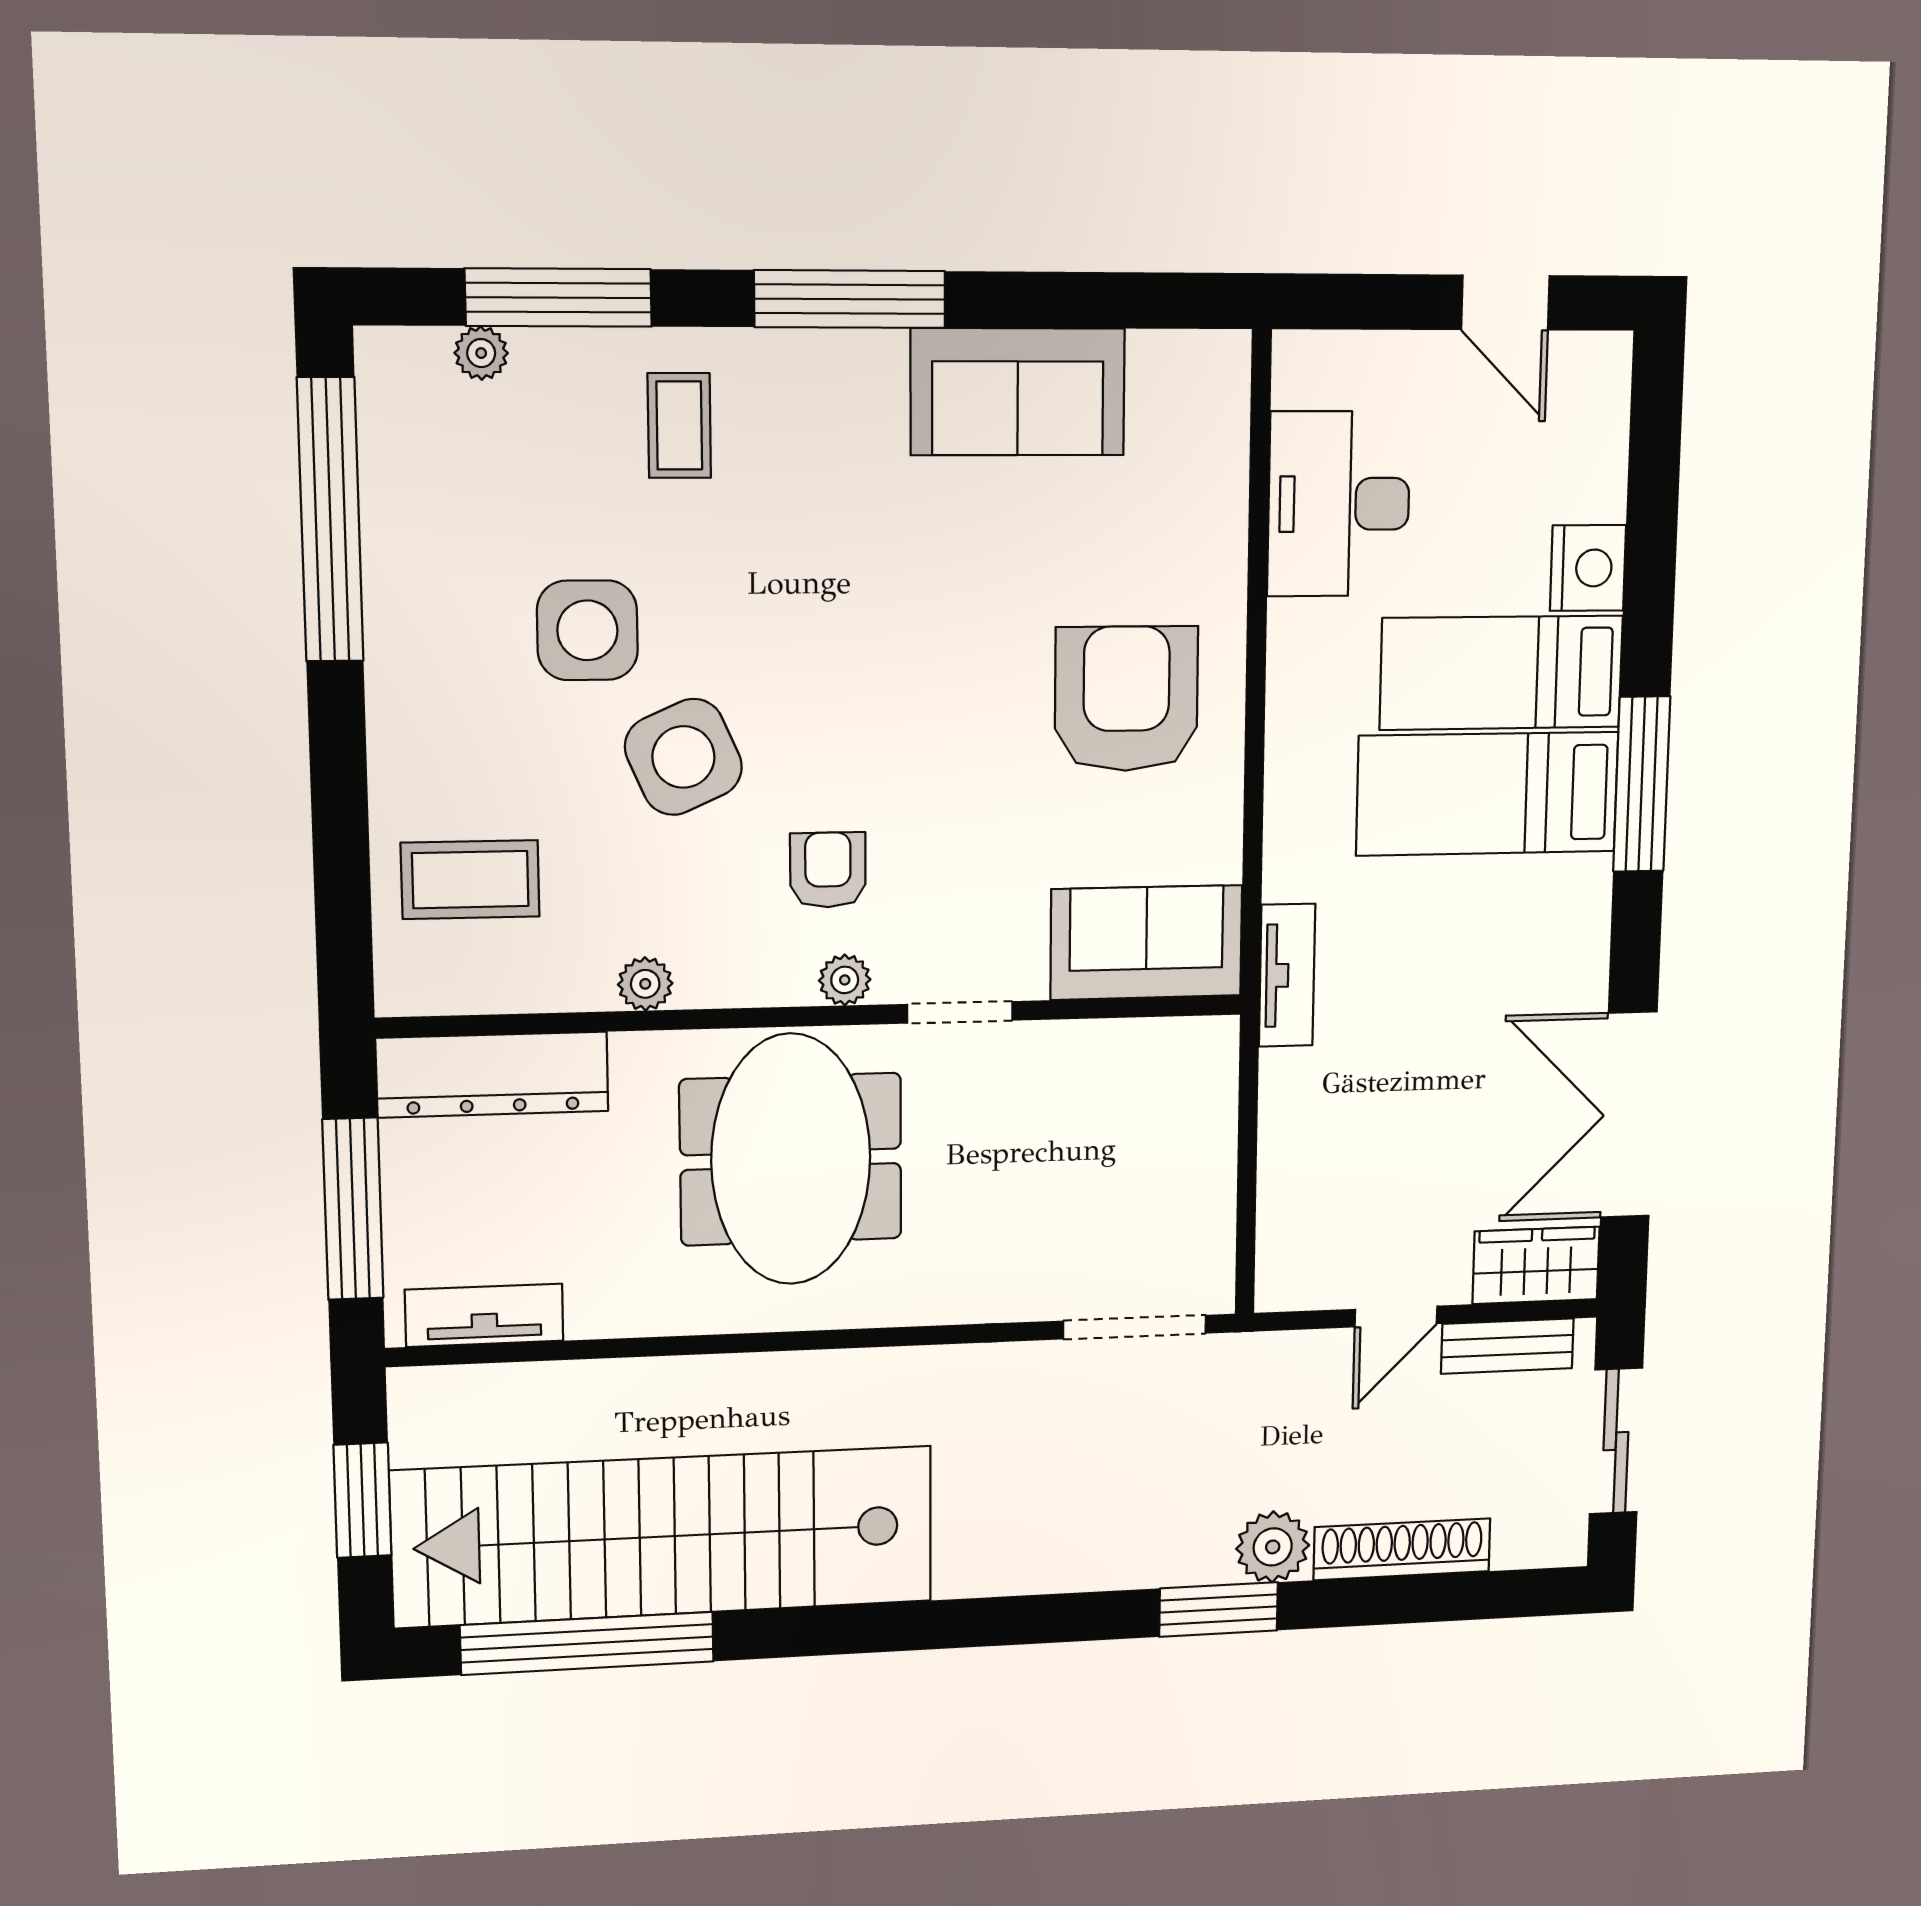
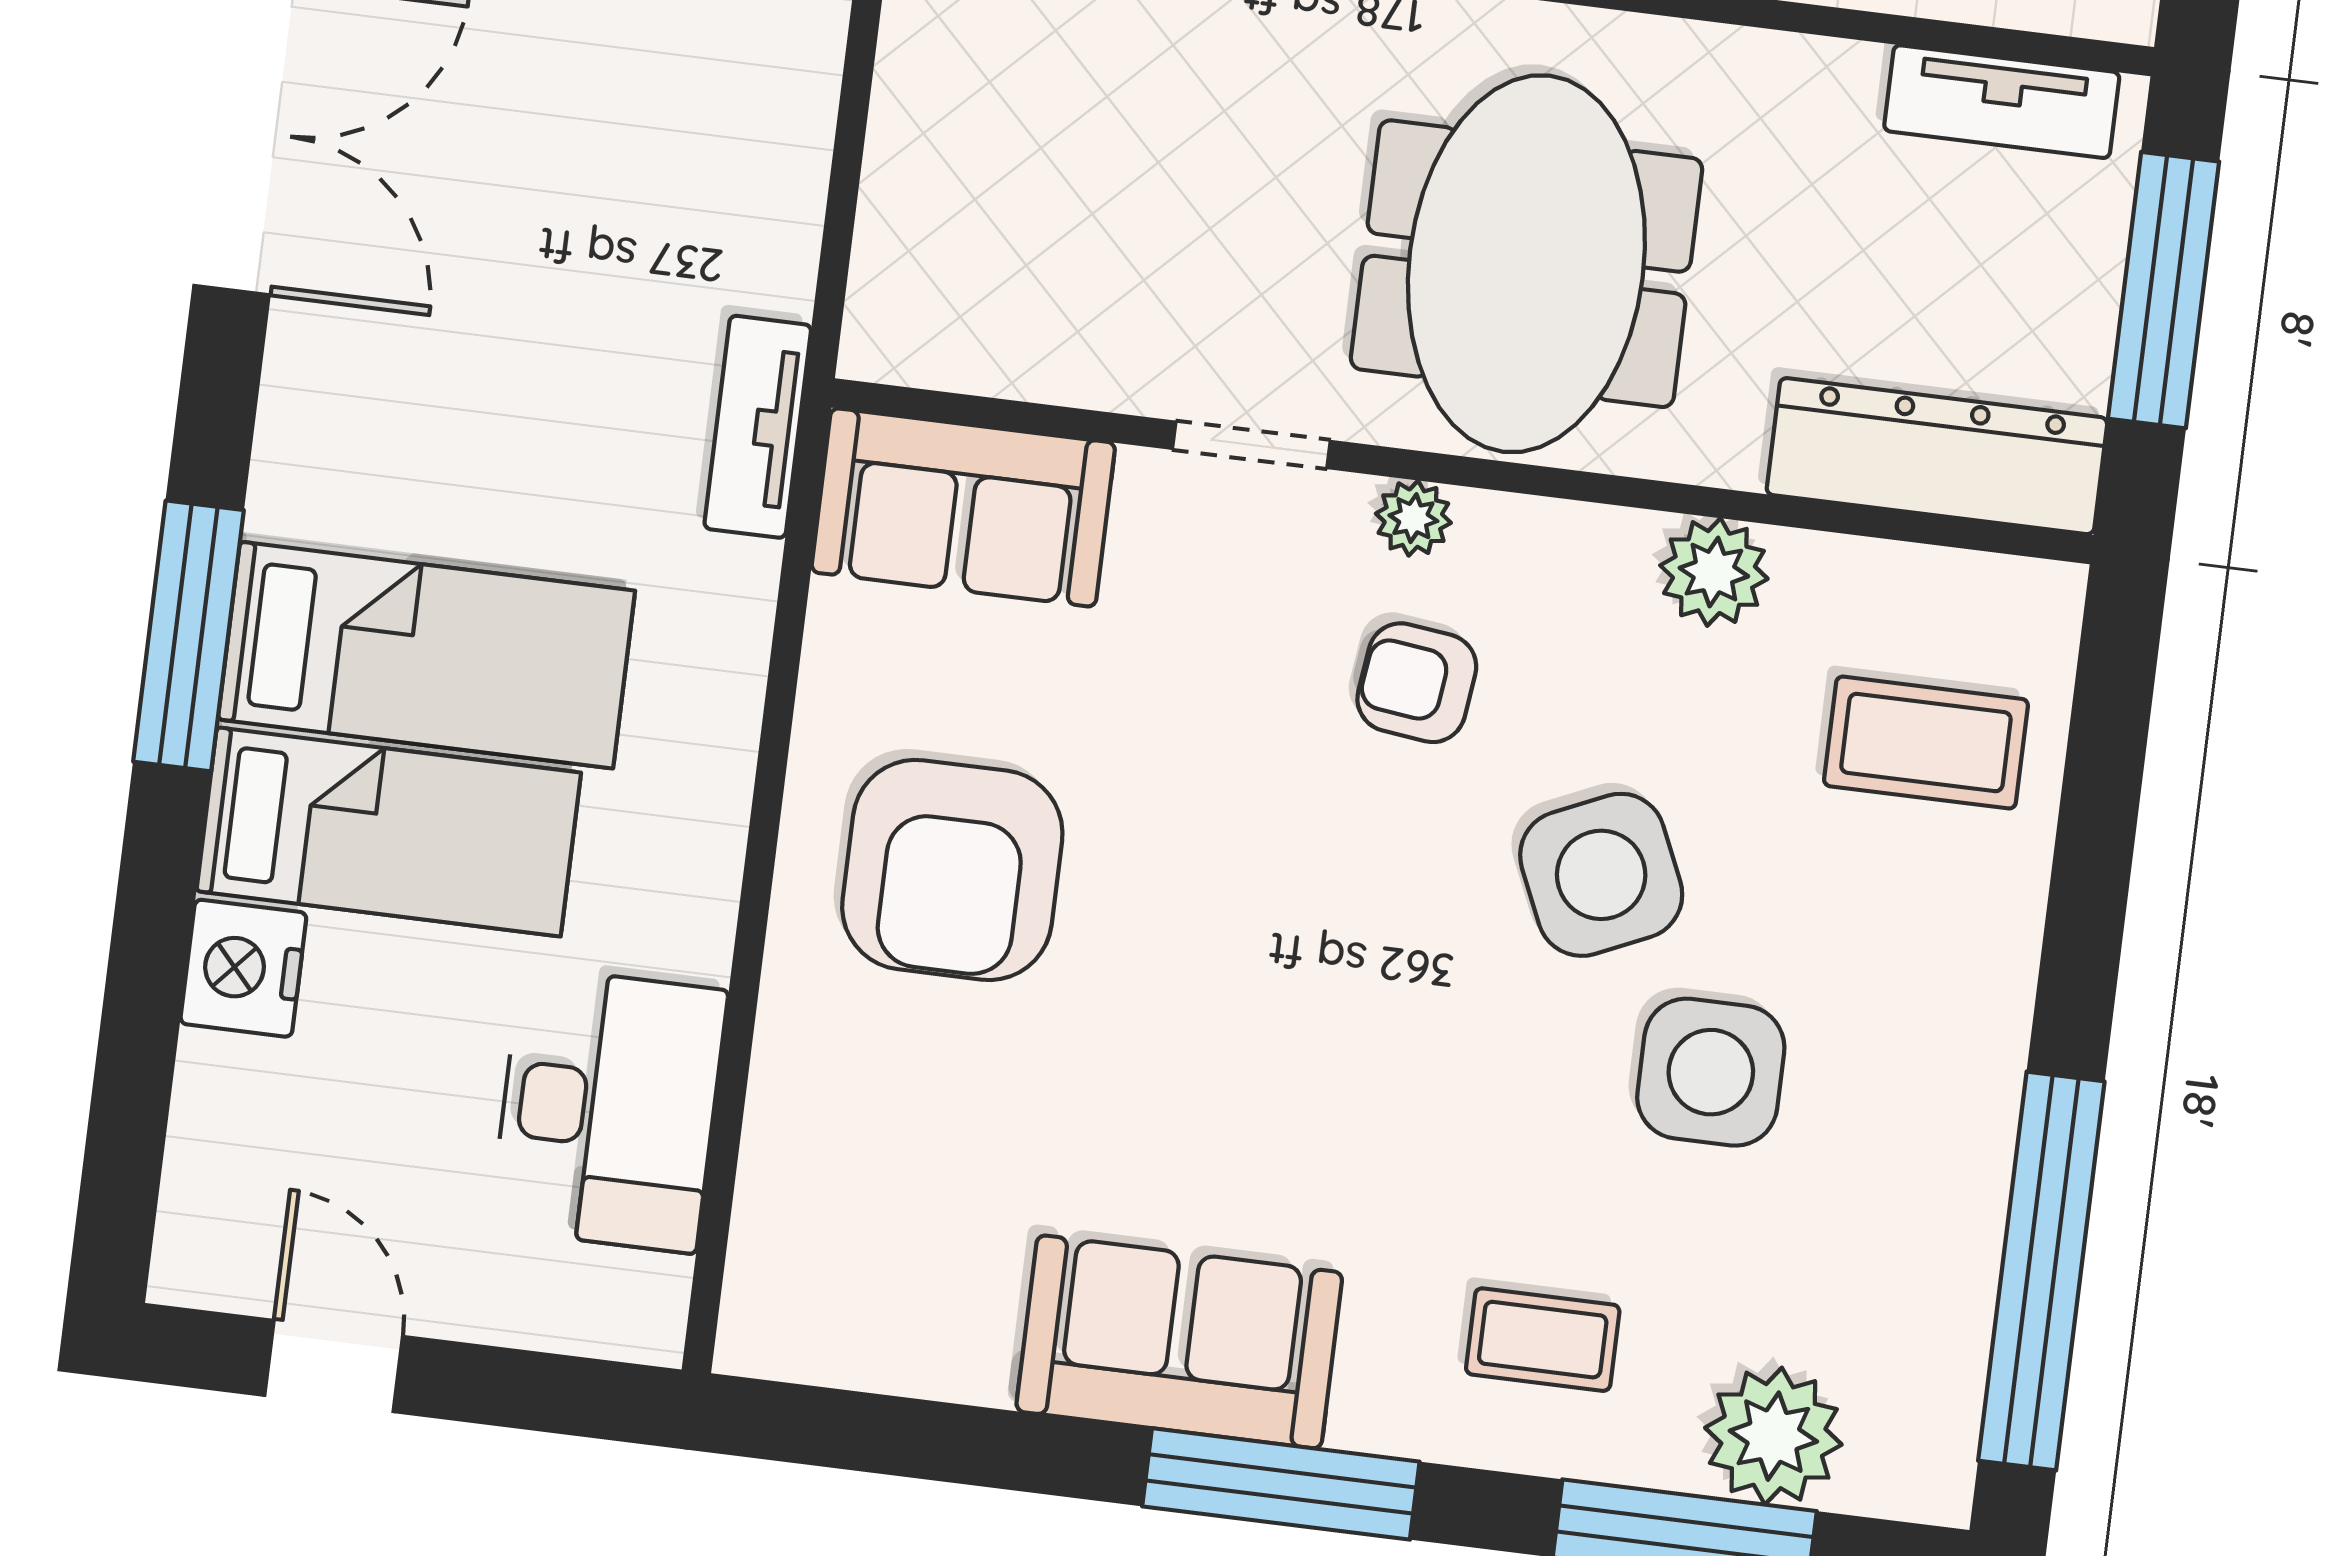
plant: (481, 353) -> (1773, 1436), width x1.87, depth x1.87
sofa: (1018, 392) -> (1179, 1342), moved
coffee table: (679, 426) -> (1543, 1340), turned 90
armchair: (828, 870) -> (1417, 683), turned 97
plant: (645, 984) -> (1714, 572), width x1.38, depth x1.38

